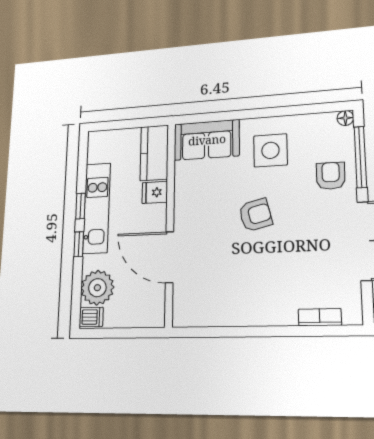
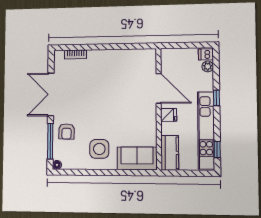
fridge: (155, 192) -> (169, 115), moved
window: (80, 206) -> (217, 149), moved
kitchen unit: (97, 208) -> (206, 130), width x1.36
armchair: (256, 215) -> (108, 111), removed
plant: (97, 288) -> (208, 66), width x0.53, depth x0.53

